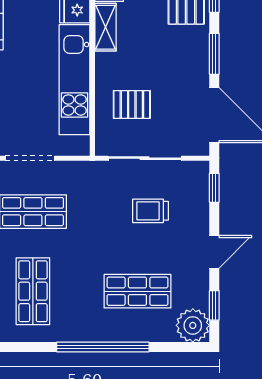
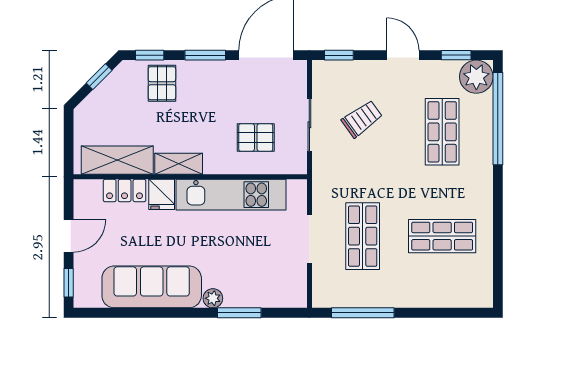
pallet: (132, 104) -> (256, 137), turned 90
sliding door: (145, 158) -> (309, 125), width x0.73
trolley: (151, 211) -> (362, 119), turned -126
window: (103, 347) -> (498, 119), moved

